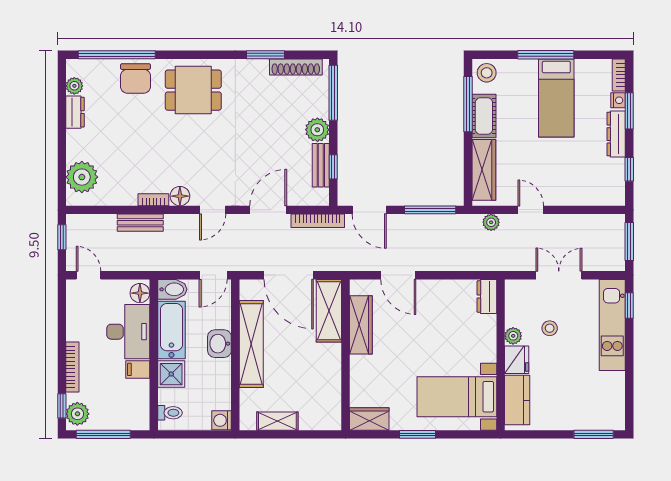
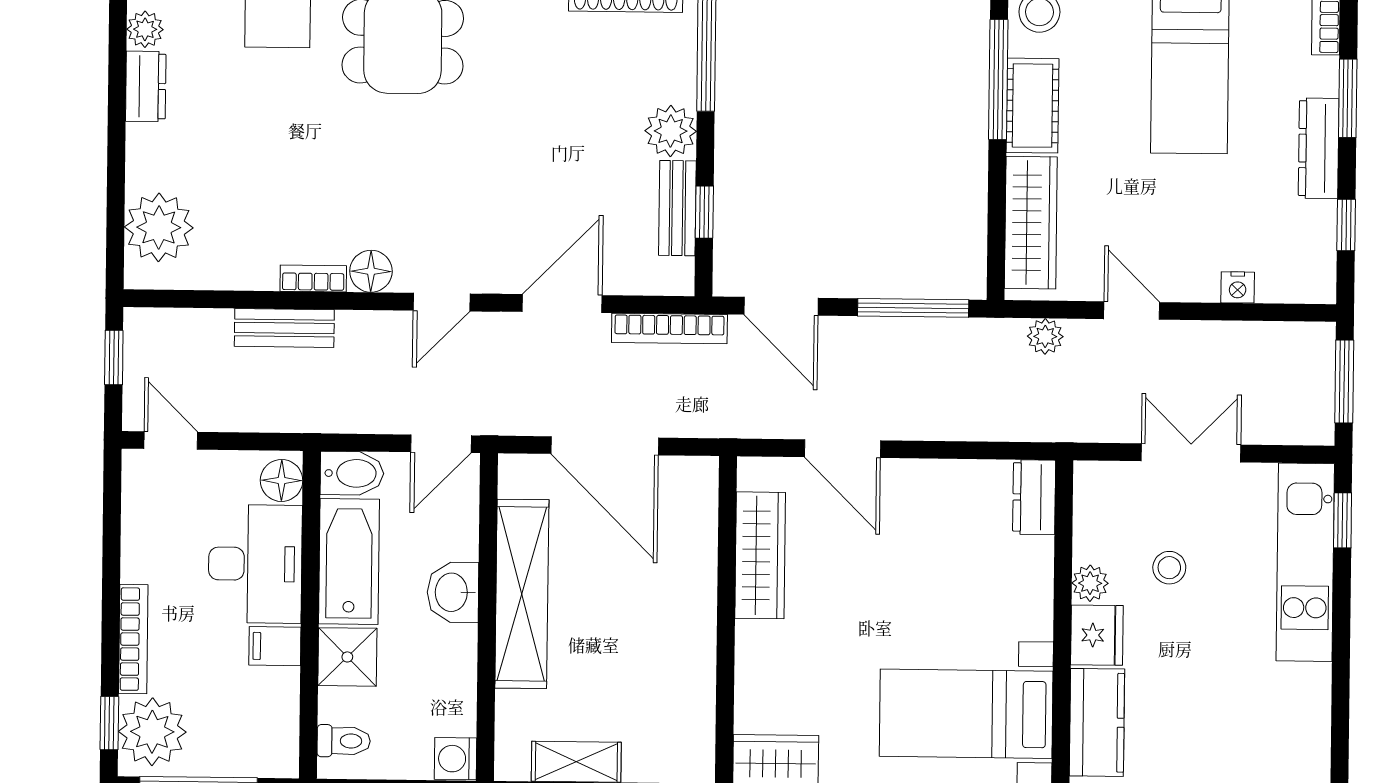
nightstand: (618, 100) -> (1238, 287), moved, turned 90
shelving: (329, 311) -> (691, 524), removed
plant: (77, 414) -> (152, 732), width x1.36, depth x1.36

